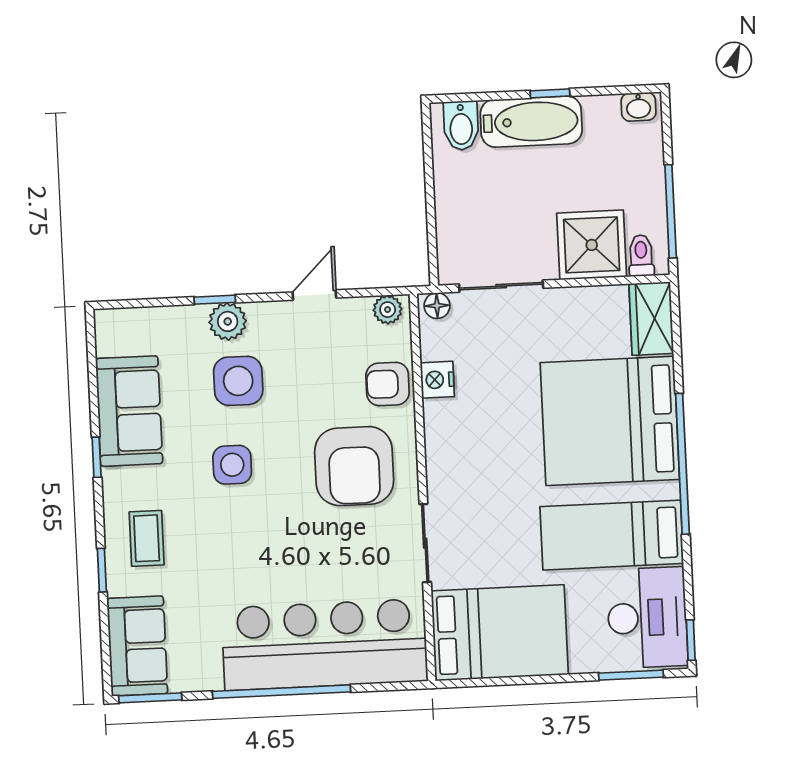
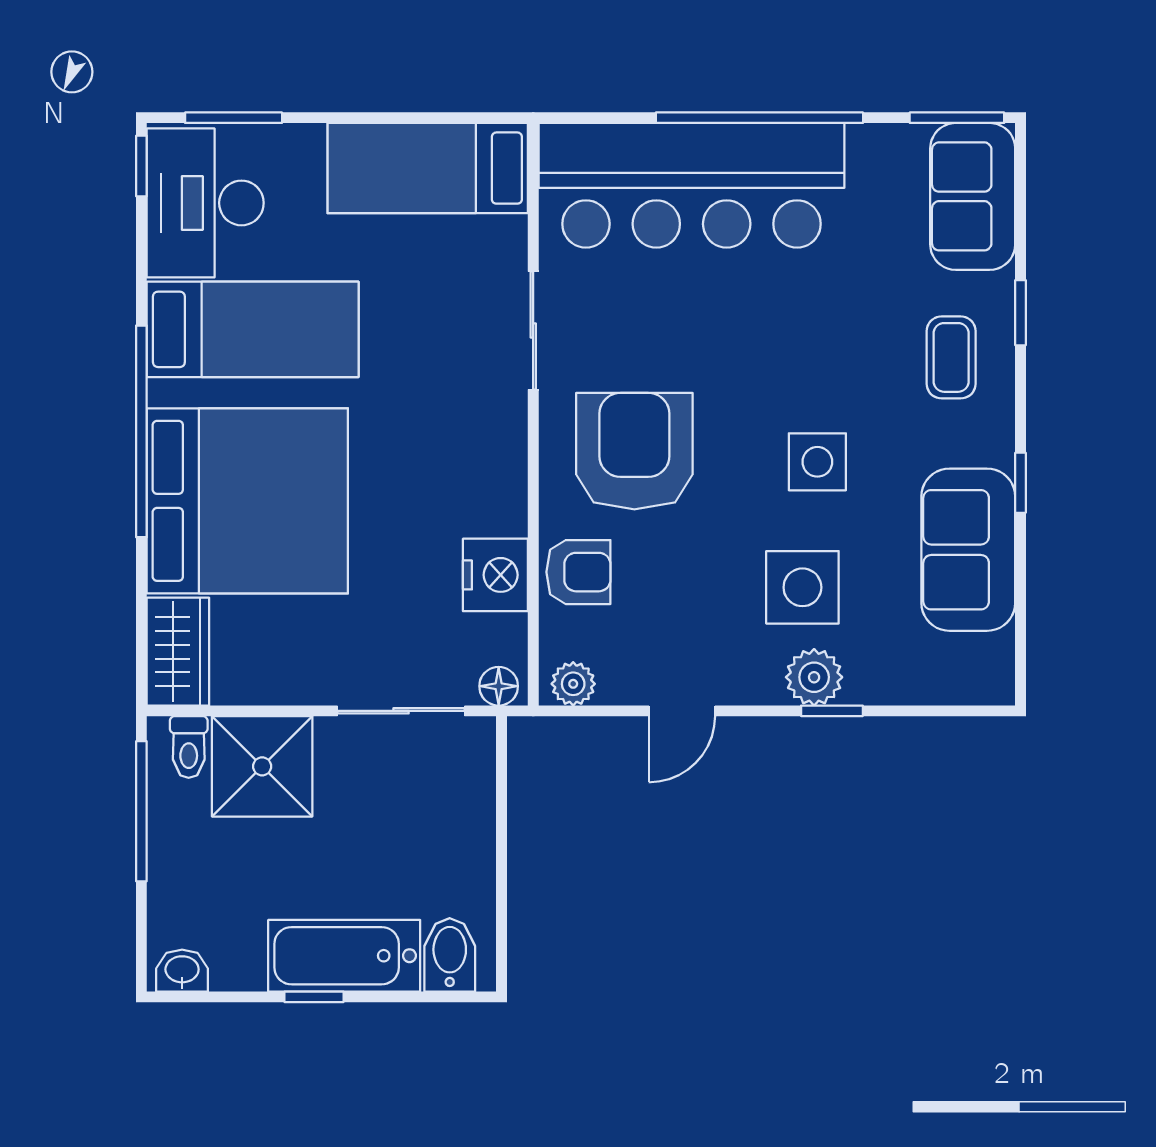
nightstand: (437, 380) -> (495, 575), width x1.36, depth x1.33
bed: (500, 633) -> (428, 168), width x0.67

